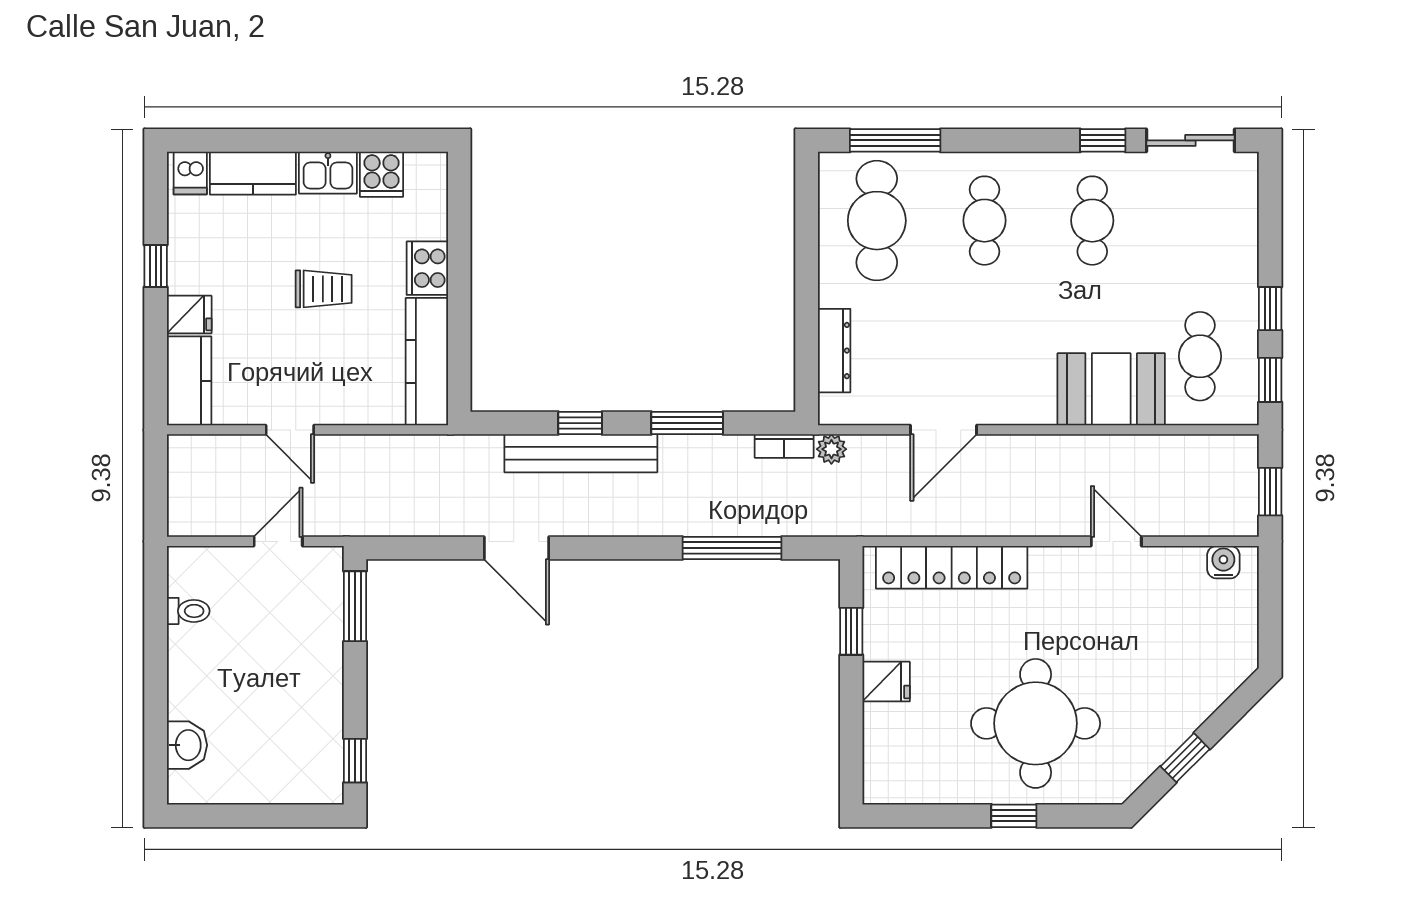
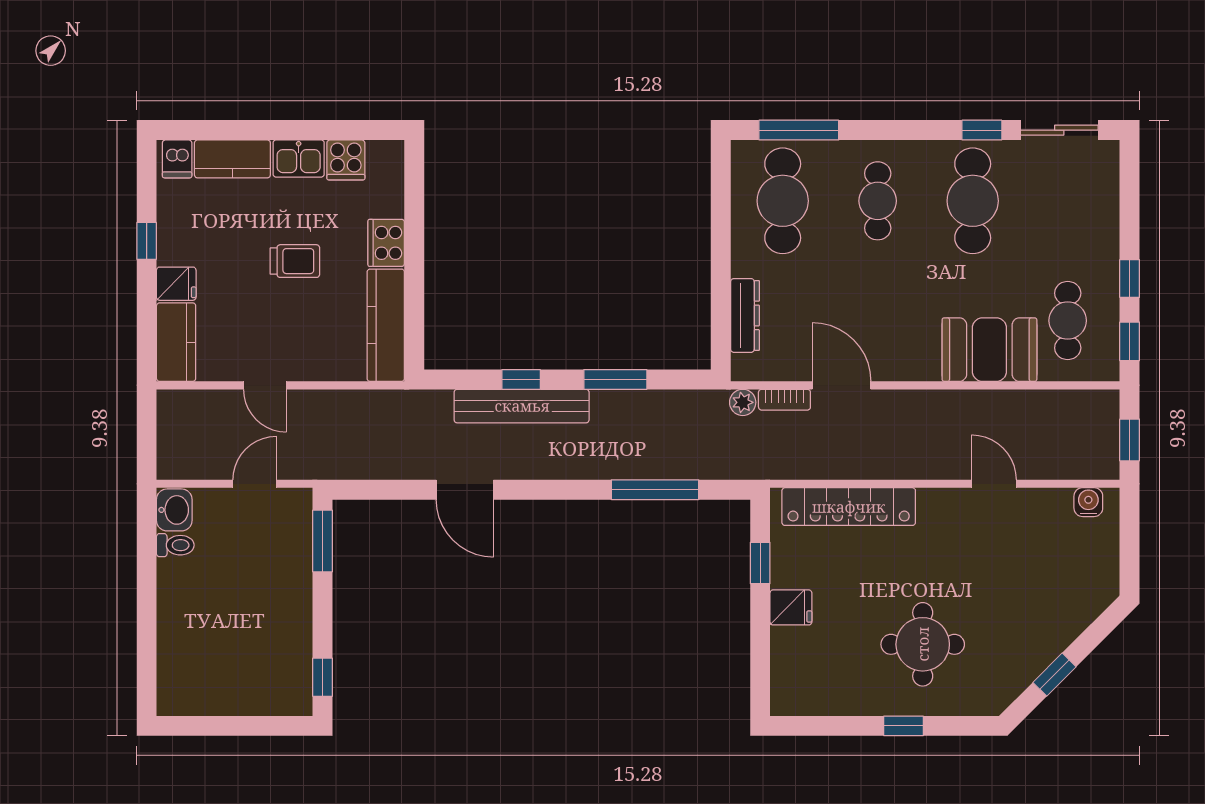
cafe table: (1092, 221) -> (973, 201), width x1.37, depth x1.35
door: (944, 430) -> (842, 385), swing flipped
bookcase: (784, 446) -> (784, 400), moved
round table: (1036, 723) -> (923, 644), width x0.73, depth x0.73
washbasin: (187, 745) -> (174, 510), moved

